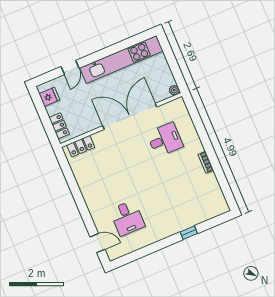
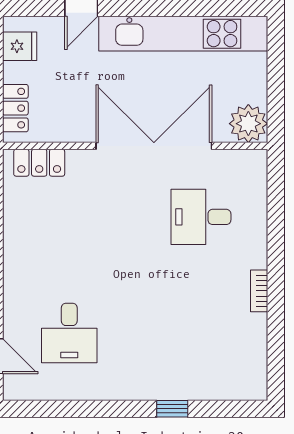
plant: (174, 90) -> (248, 124), width x1.87, depth x1.87
desk: (165, 140) -> (201, 217), turned 180

